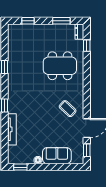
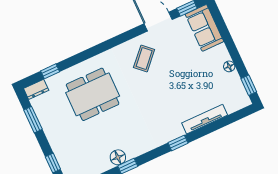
floor lamp: (13, 63) -> (118, 157), added
dining table: (60, 66) -> (93, 94), turned 90
sofa: (57, 156) -> (204, 28), moved

